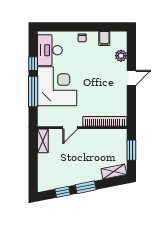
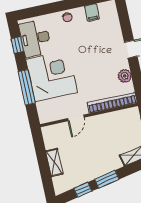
plant: (121, 56) -> (125, 76), moved
window: (33, 64) -> (17, 45), moved
shelving: (43, 141) -> (54, 162), moved

